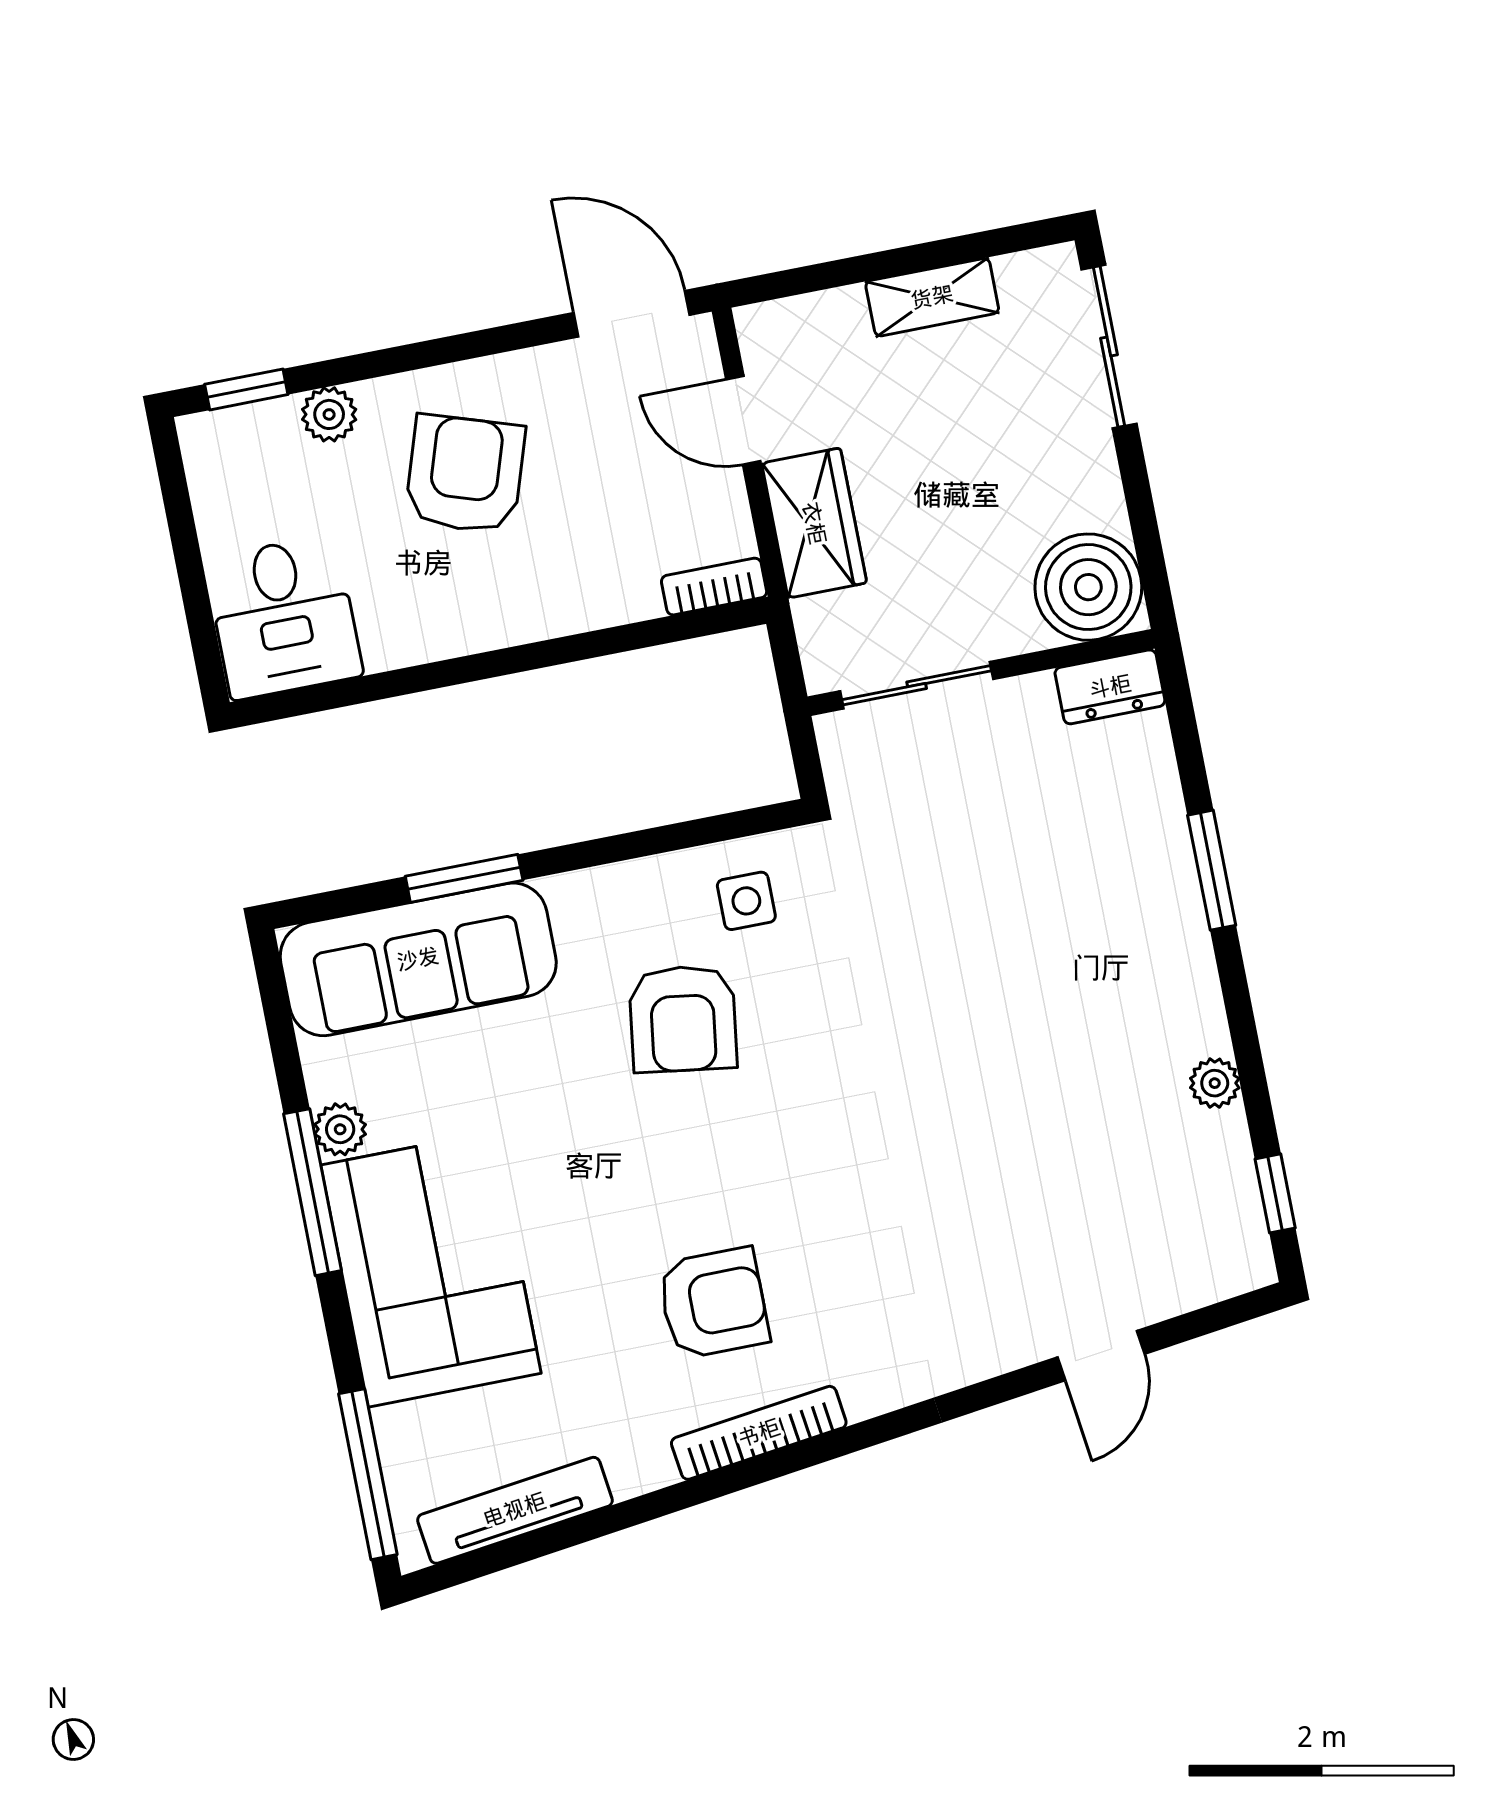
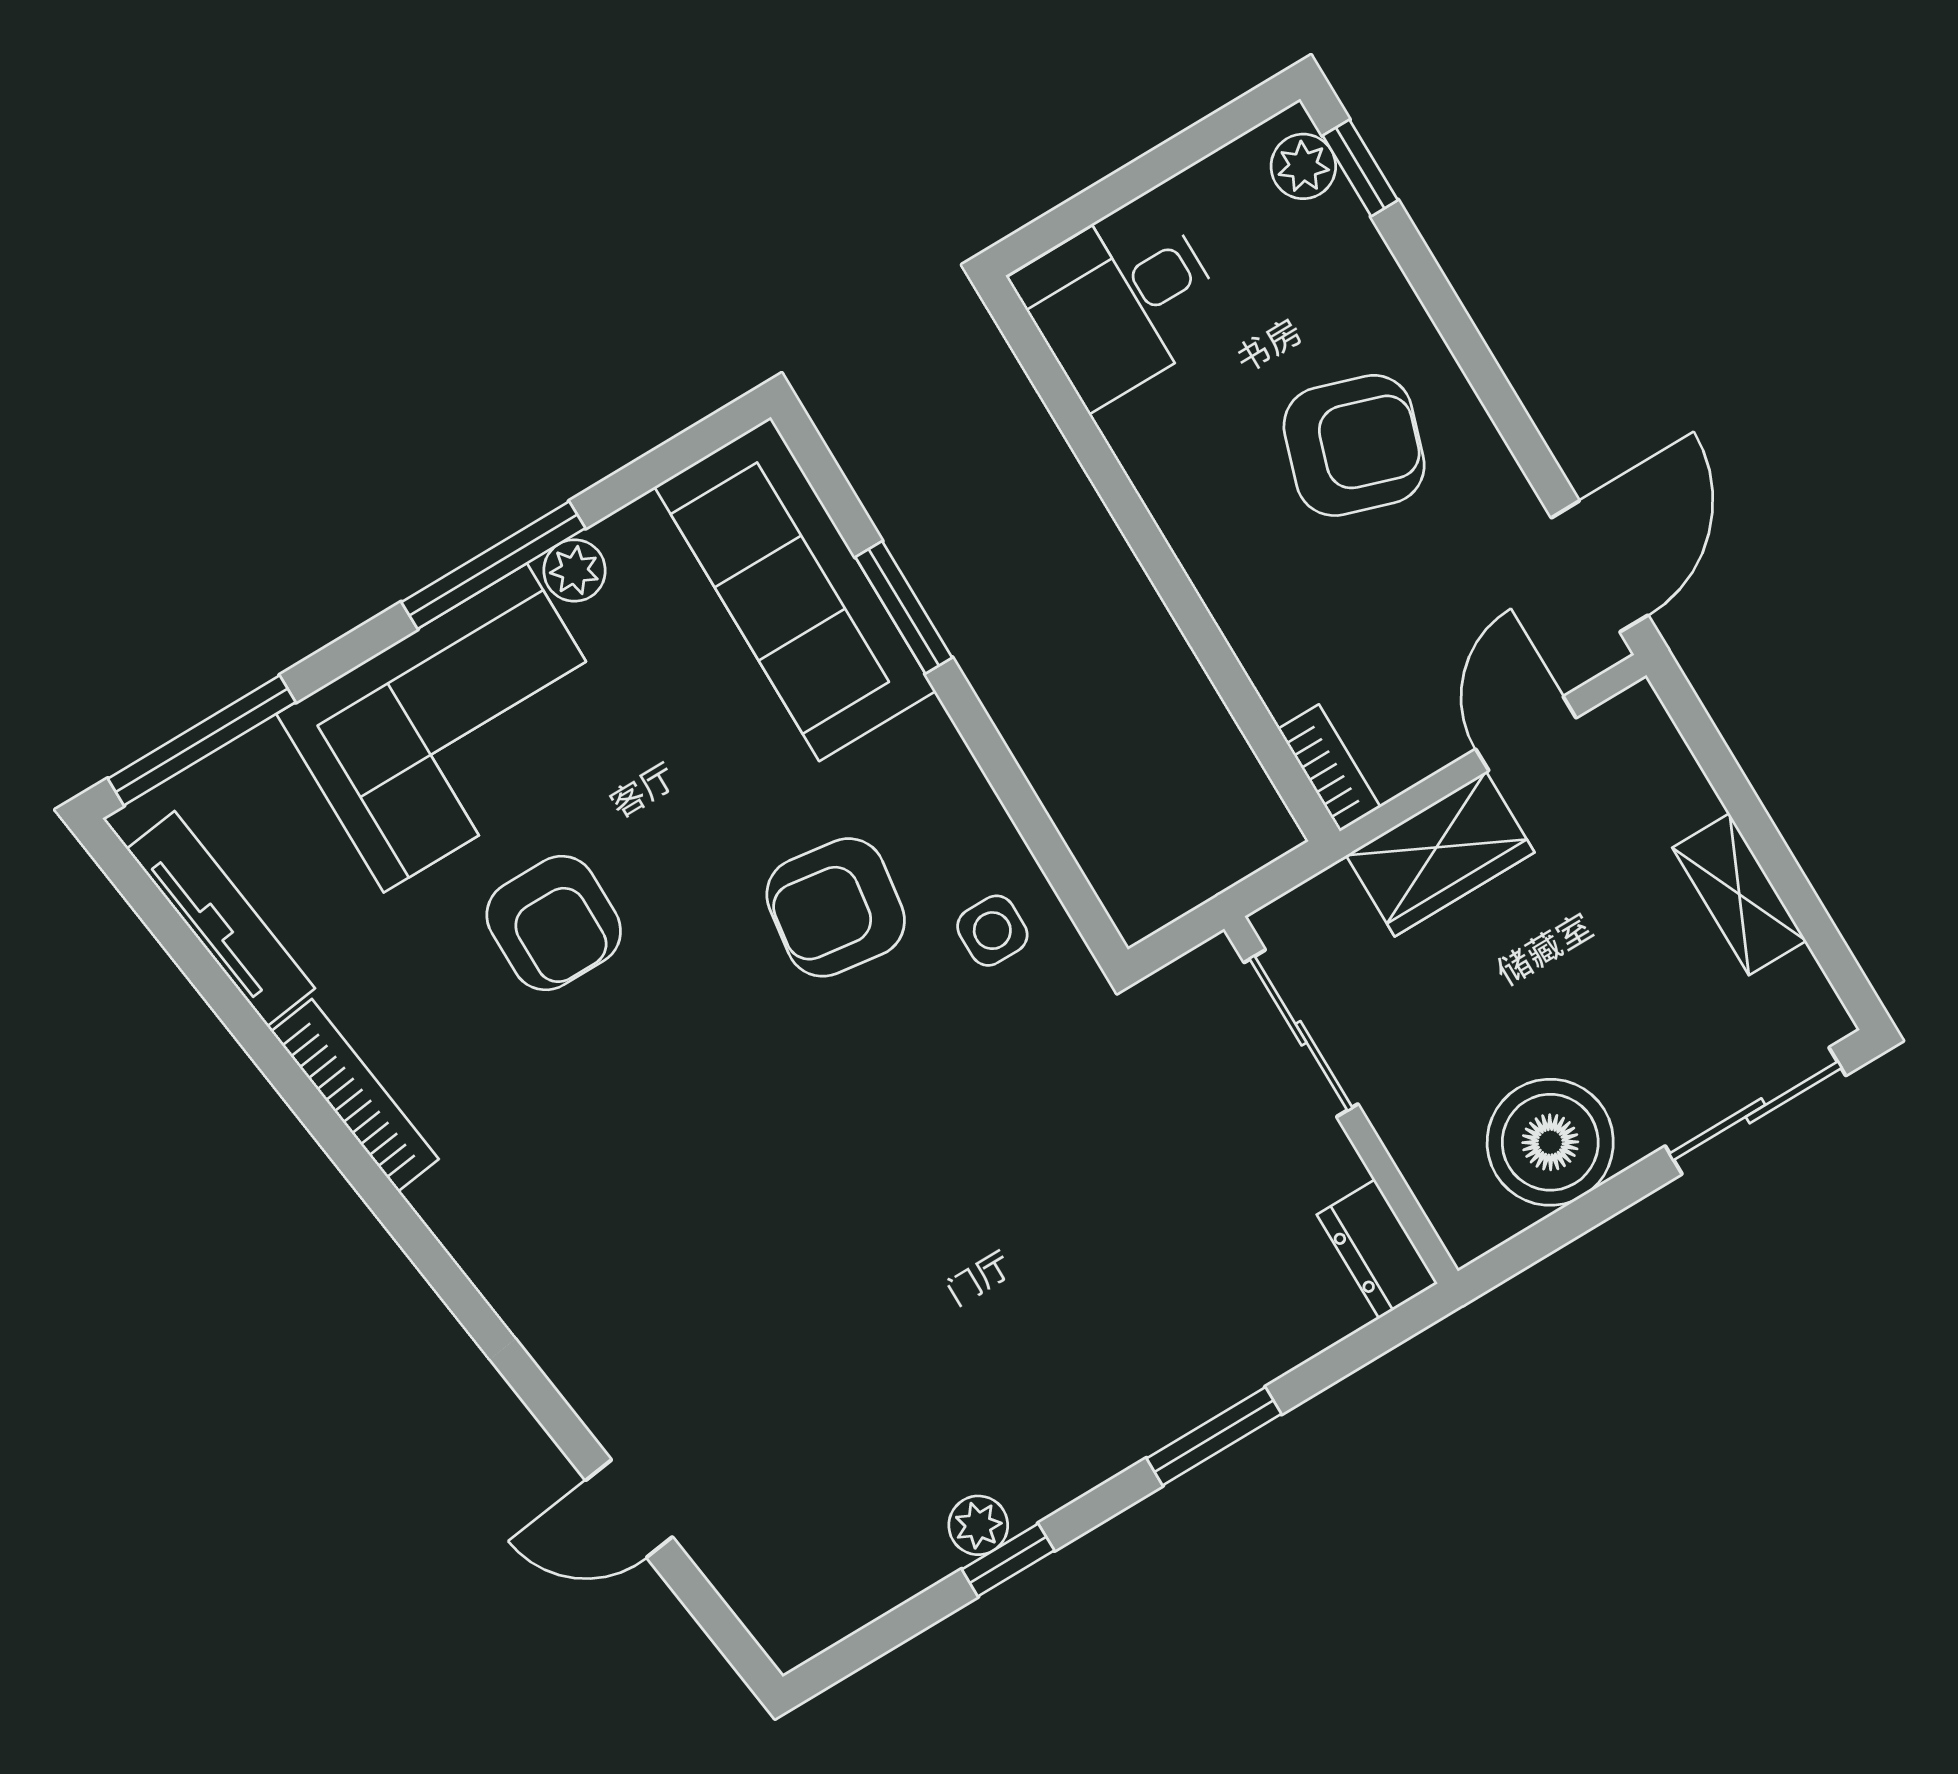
plant: (329, 414) -> (1303, 166), moved
boiler: (1088, 587) -> (1550, 1142), moved
window: (1275, 1193) -> (1008, 1560), moved
armchair: (713, 1303) -> (554, 923), moved
bookcase: (759, 1433) -> (355, 1095), moved

